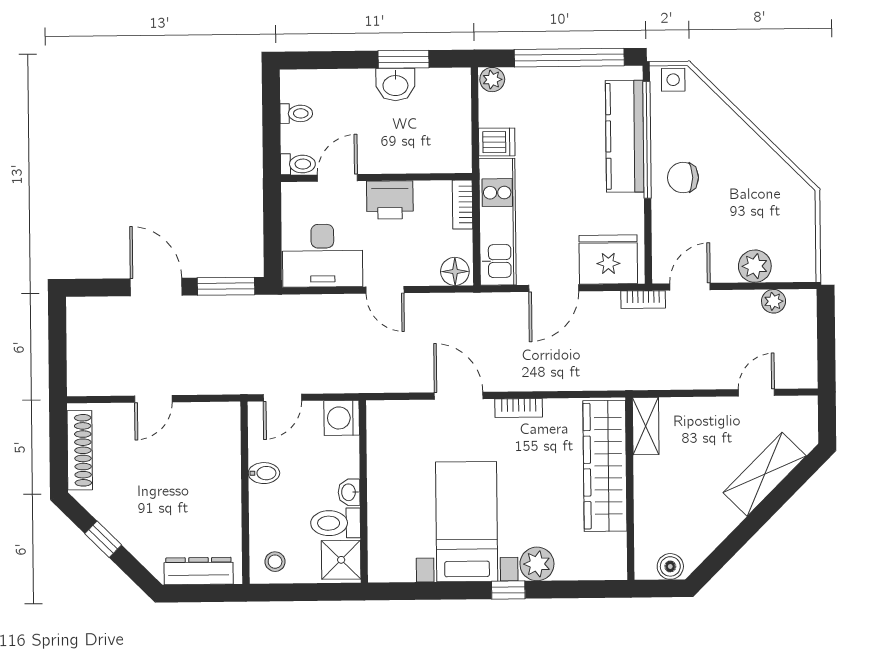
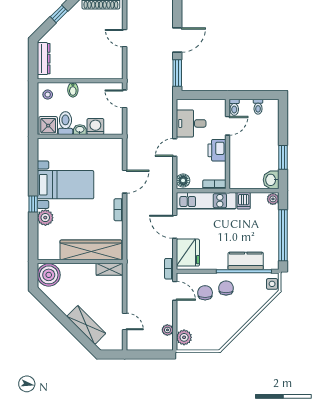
washbasin: (395, 85) -> (271, 180), moved
kitchen counter: (625, 136) -> (246, 261), width x0.67
door: (337, 178) -> (228, 126), hinge flipped
chair: (694, 222) -> (205, 293), added
desk: (323, 256) -> (191, 123), width x0.73
plant: (755, 266) -> (184, 337), moved
washing machine: (342, 418) -> (95, 127), moved
bidet: (264, 473) -> (73, 90), moved
boiler: (670, 566) -> (49, 275), width x1.86, depth x1.86

